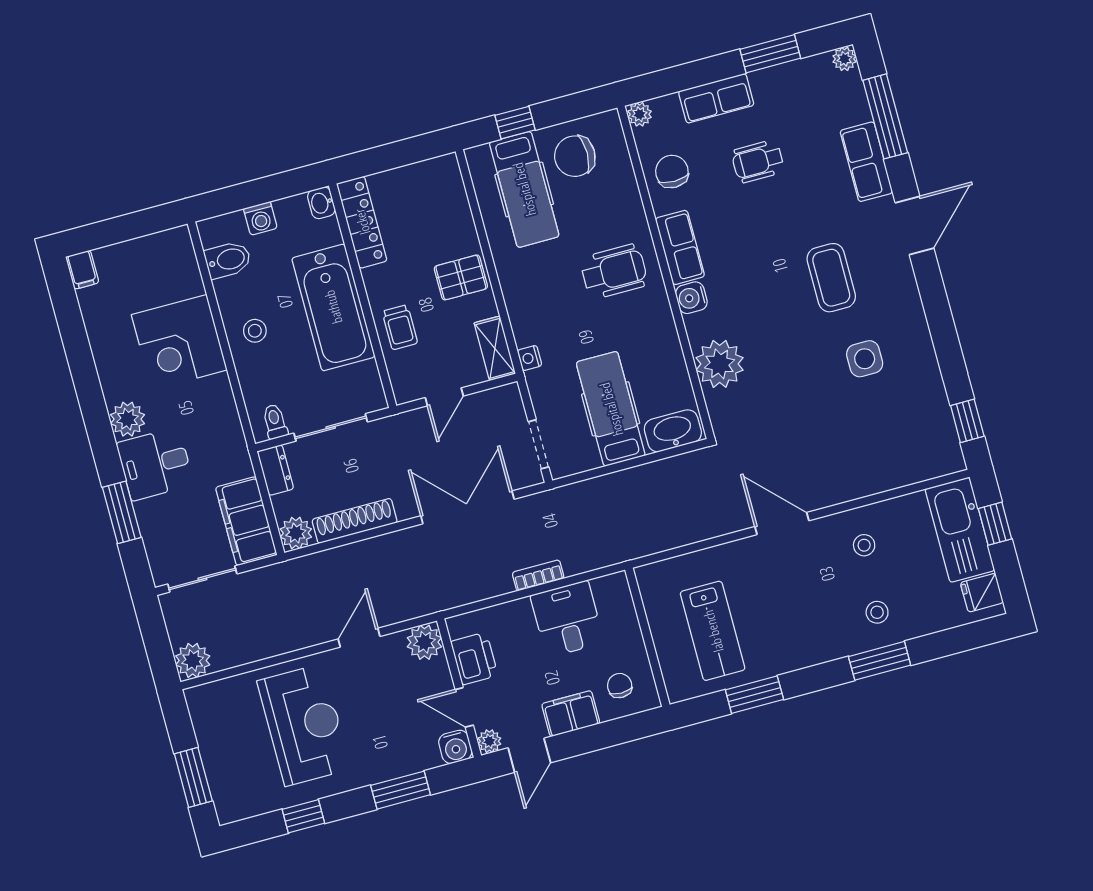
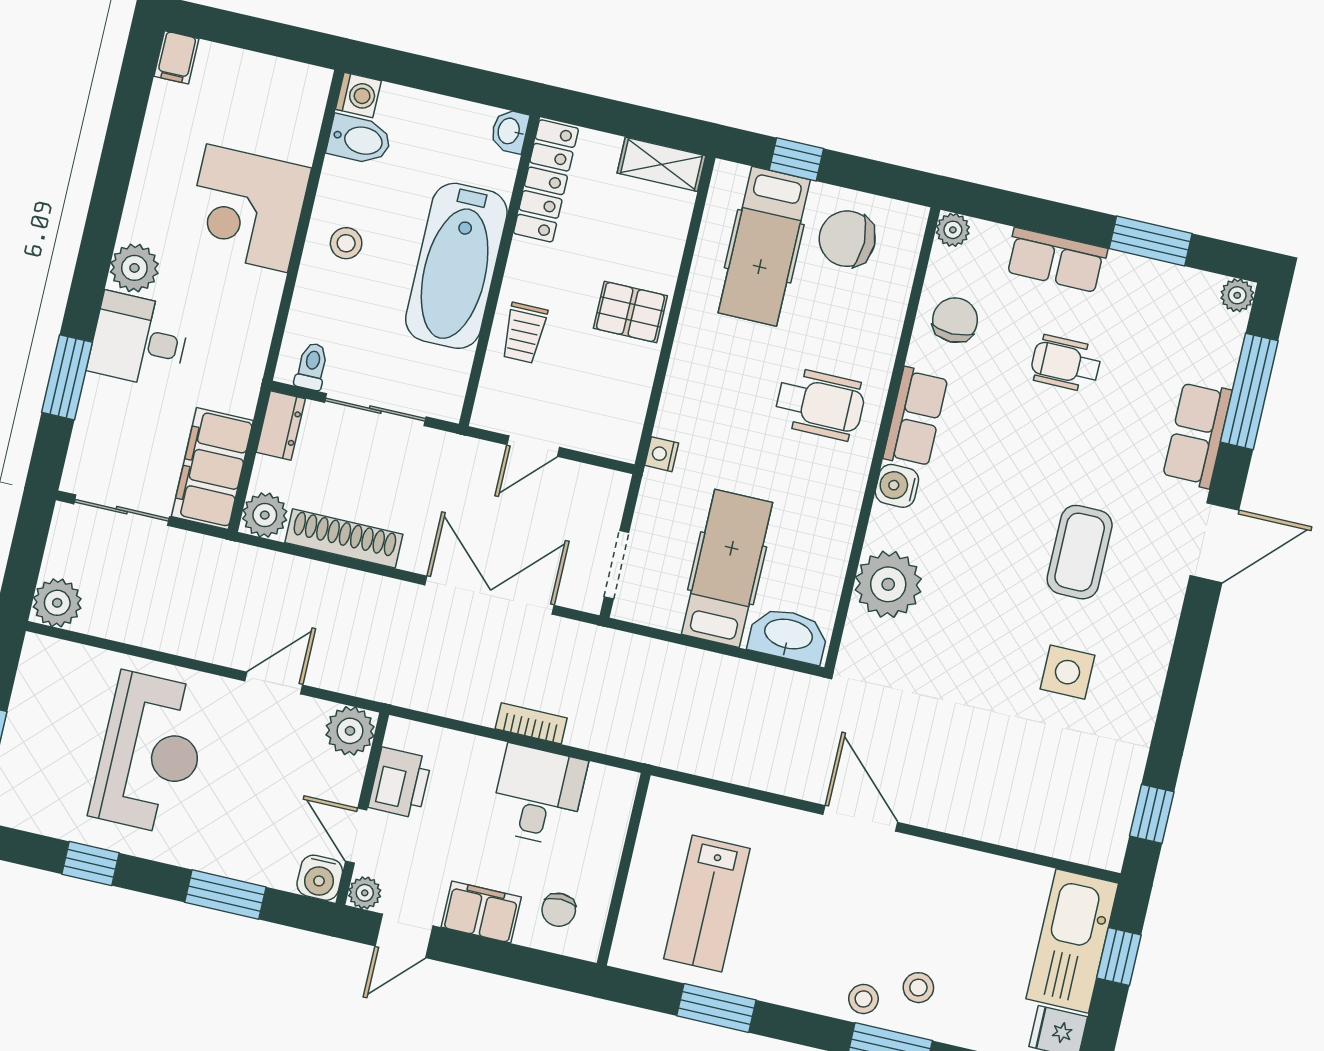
washing machine: (260, 218) -> (358, 95), moved, turned -90
shelving: (495, 348) -> (661, 164), moved, turned 90
stool: (864, 545) -> (863, 999), moved
chair: (620, 686) -> (559, 910), turned 180

